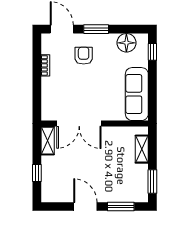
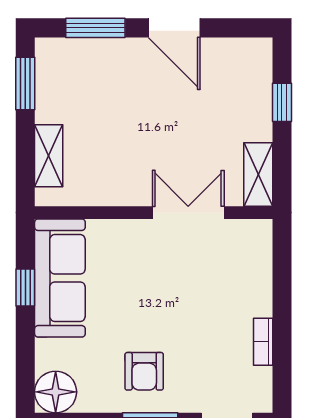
floor lamp: (126, 43) -> (56, 392), moved
window: (152, 52) -> (25, 288), moved
armchair: (84, 56) -> (144, 371), moved
double door: (79, 123) -> (188, 213), width x0.73

